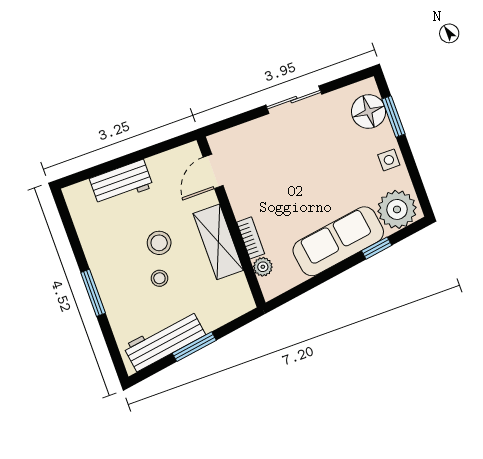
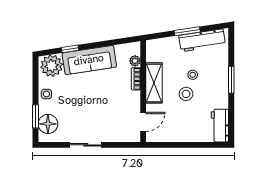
workbench: (121, 183) -> (220, 126), moved, turned -90

